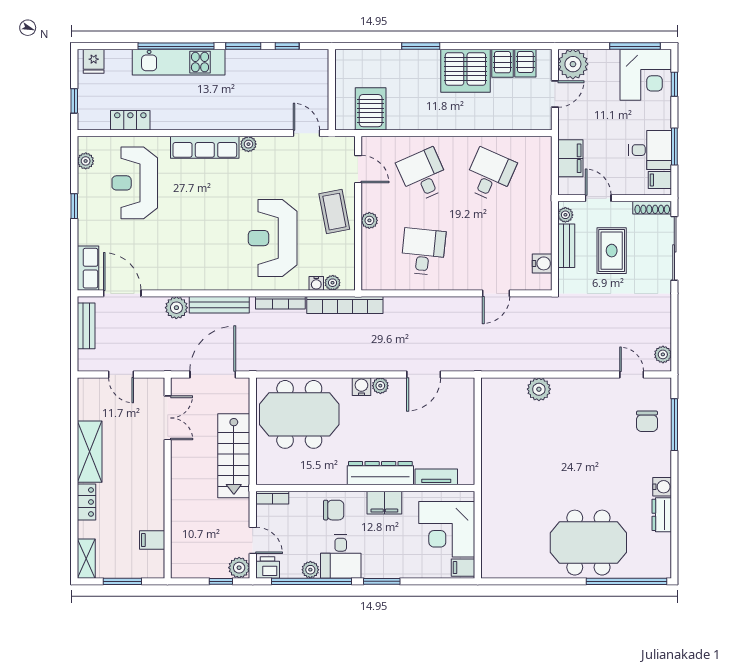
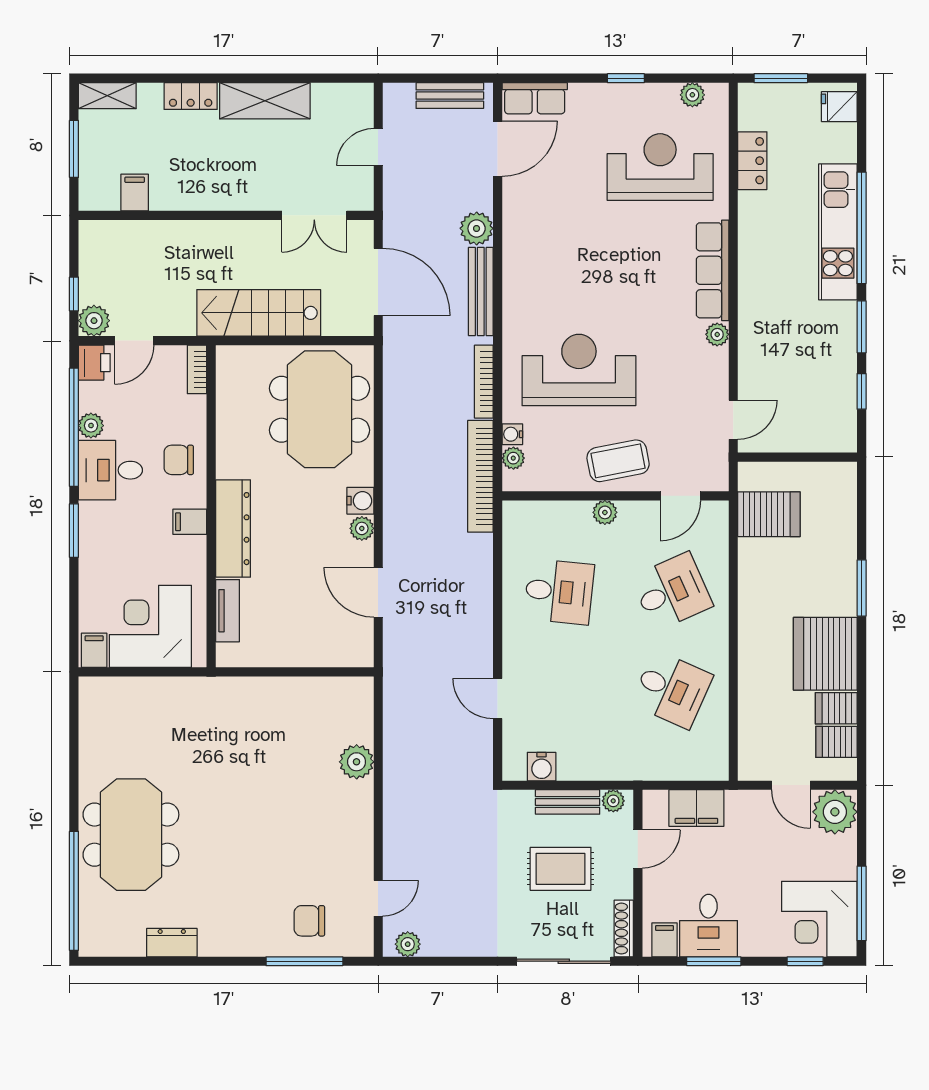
window: (74, 101) -> (781, 78), width x1.50
water cooler: (662, 487) -> (213, 943), removed
filing cabinet: (384, 503) -> (190, 522), width x0.50
chair: (334, 510) -> (179, 460), turned 90

